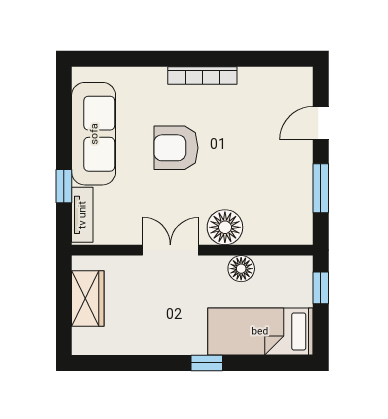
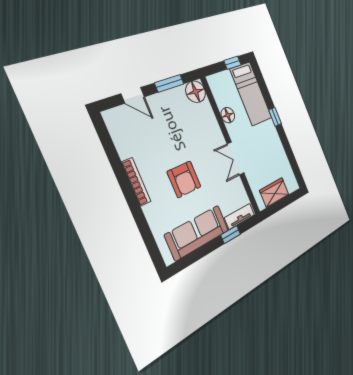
floor lamp: (225, 227) -> (196, 92), moved
window: (321, 288) -> (232, 63), moved

